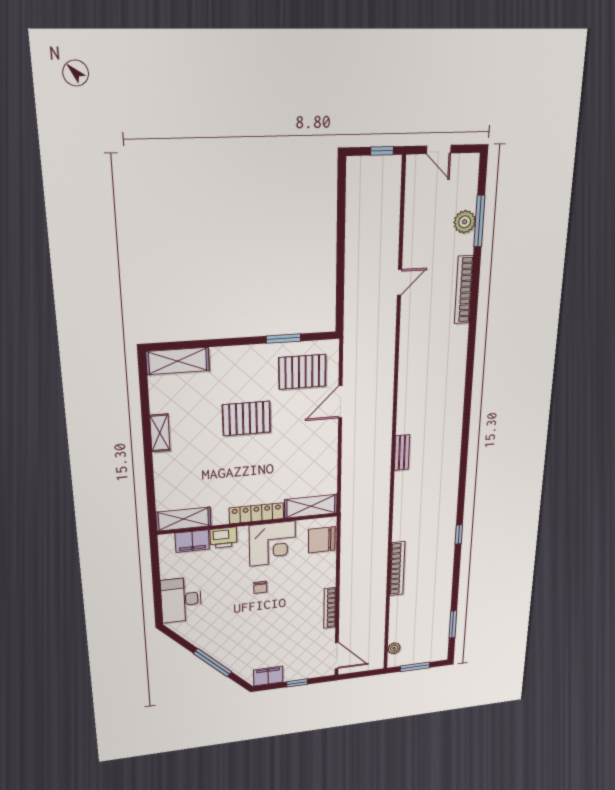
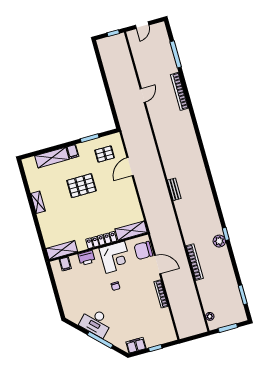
door: (439, 149) -> (142, 25), hinge flipped
plant: (465, 222) -> (219, 241), moved
filing cabinet: (246, 356) -> (73, 152), added
shelving: (178, 361) -> (52, 158), moved
pallet: (302, 372) -> (105, 154), width x0.67, depth x0.71
filing cabinet: (192, 541) -> (65, 264), width x0.50
desk: (181, 600) -> (96, 322), moved, turned -45
door: (337, 656) -> (158, 265), moved

